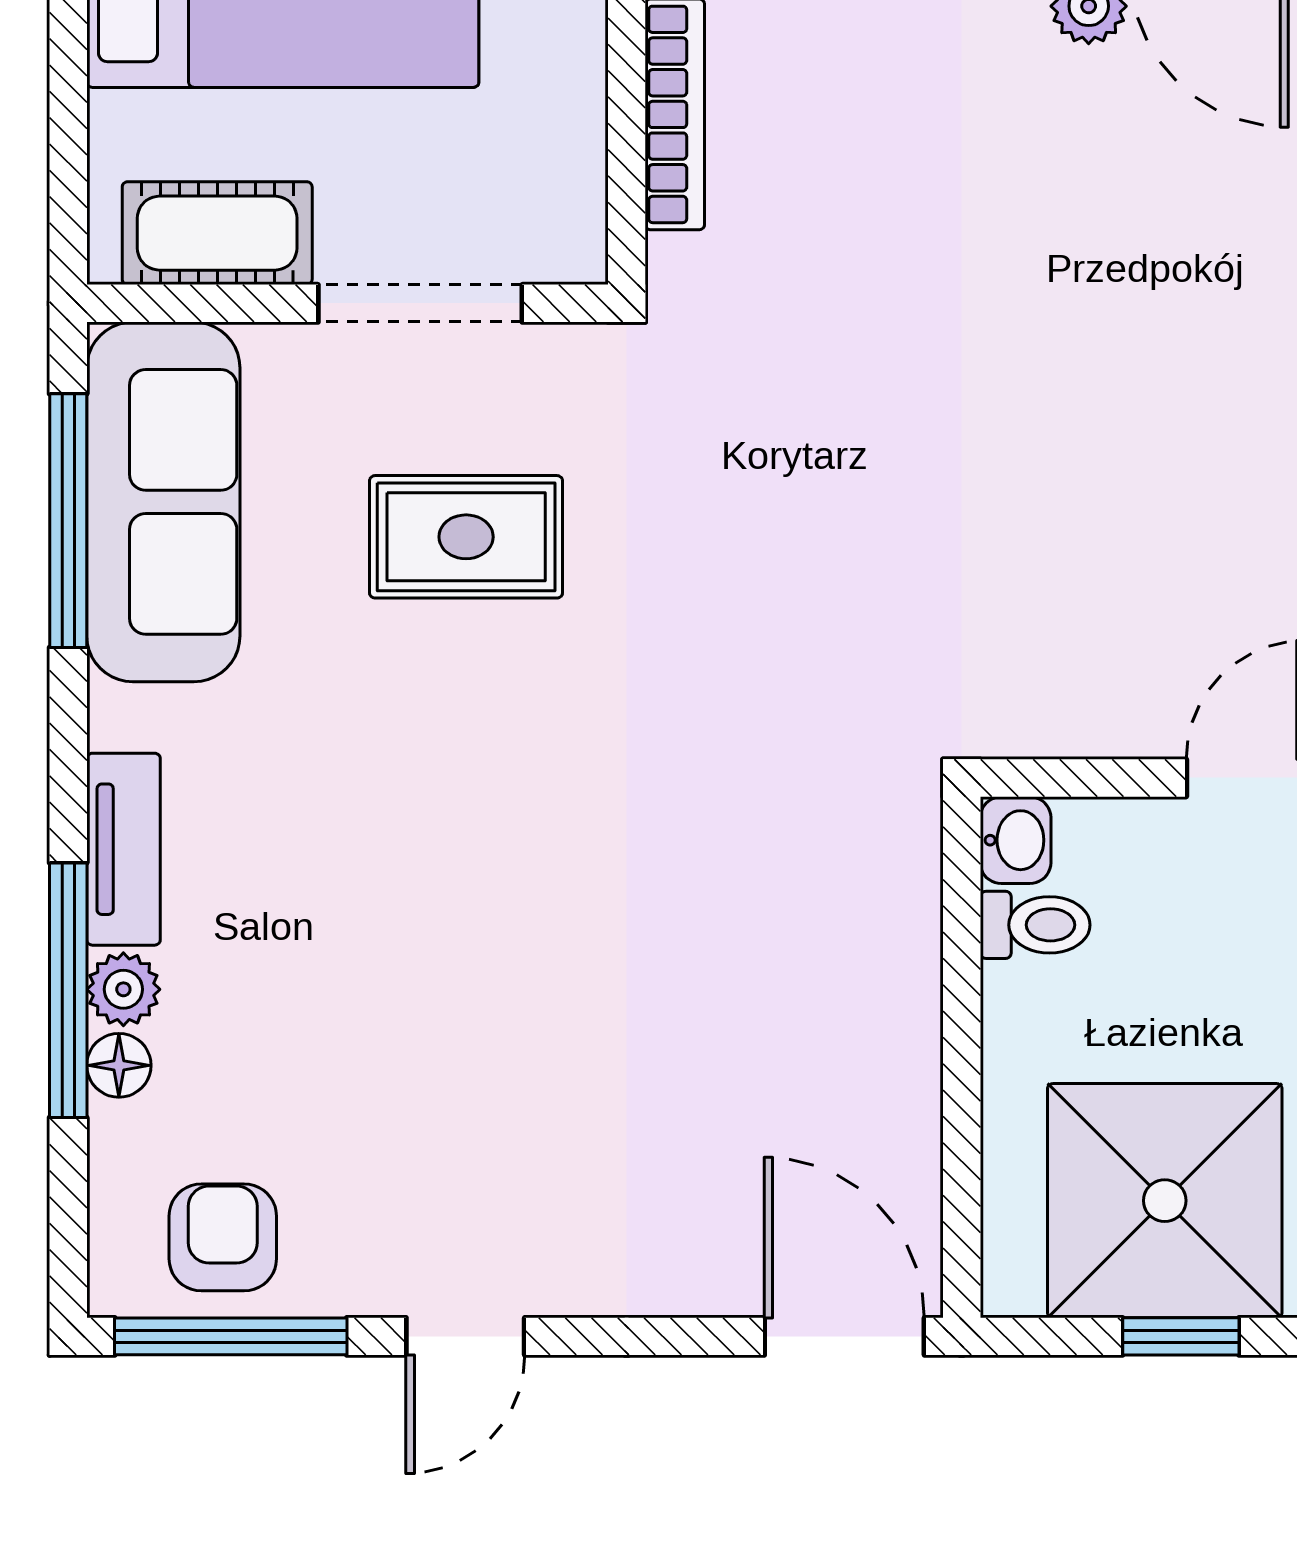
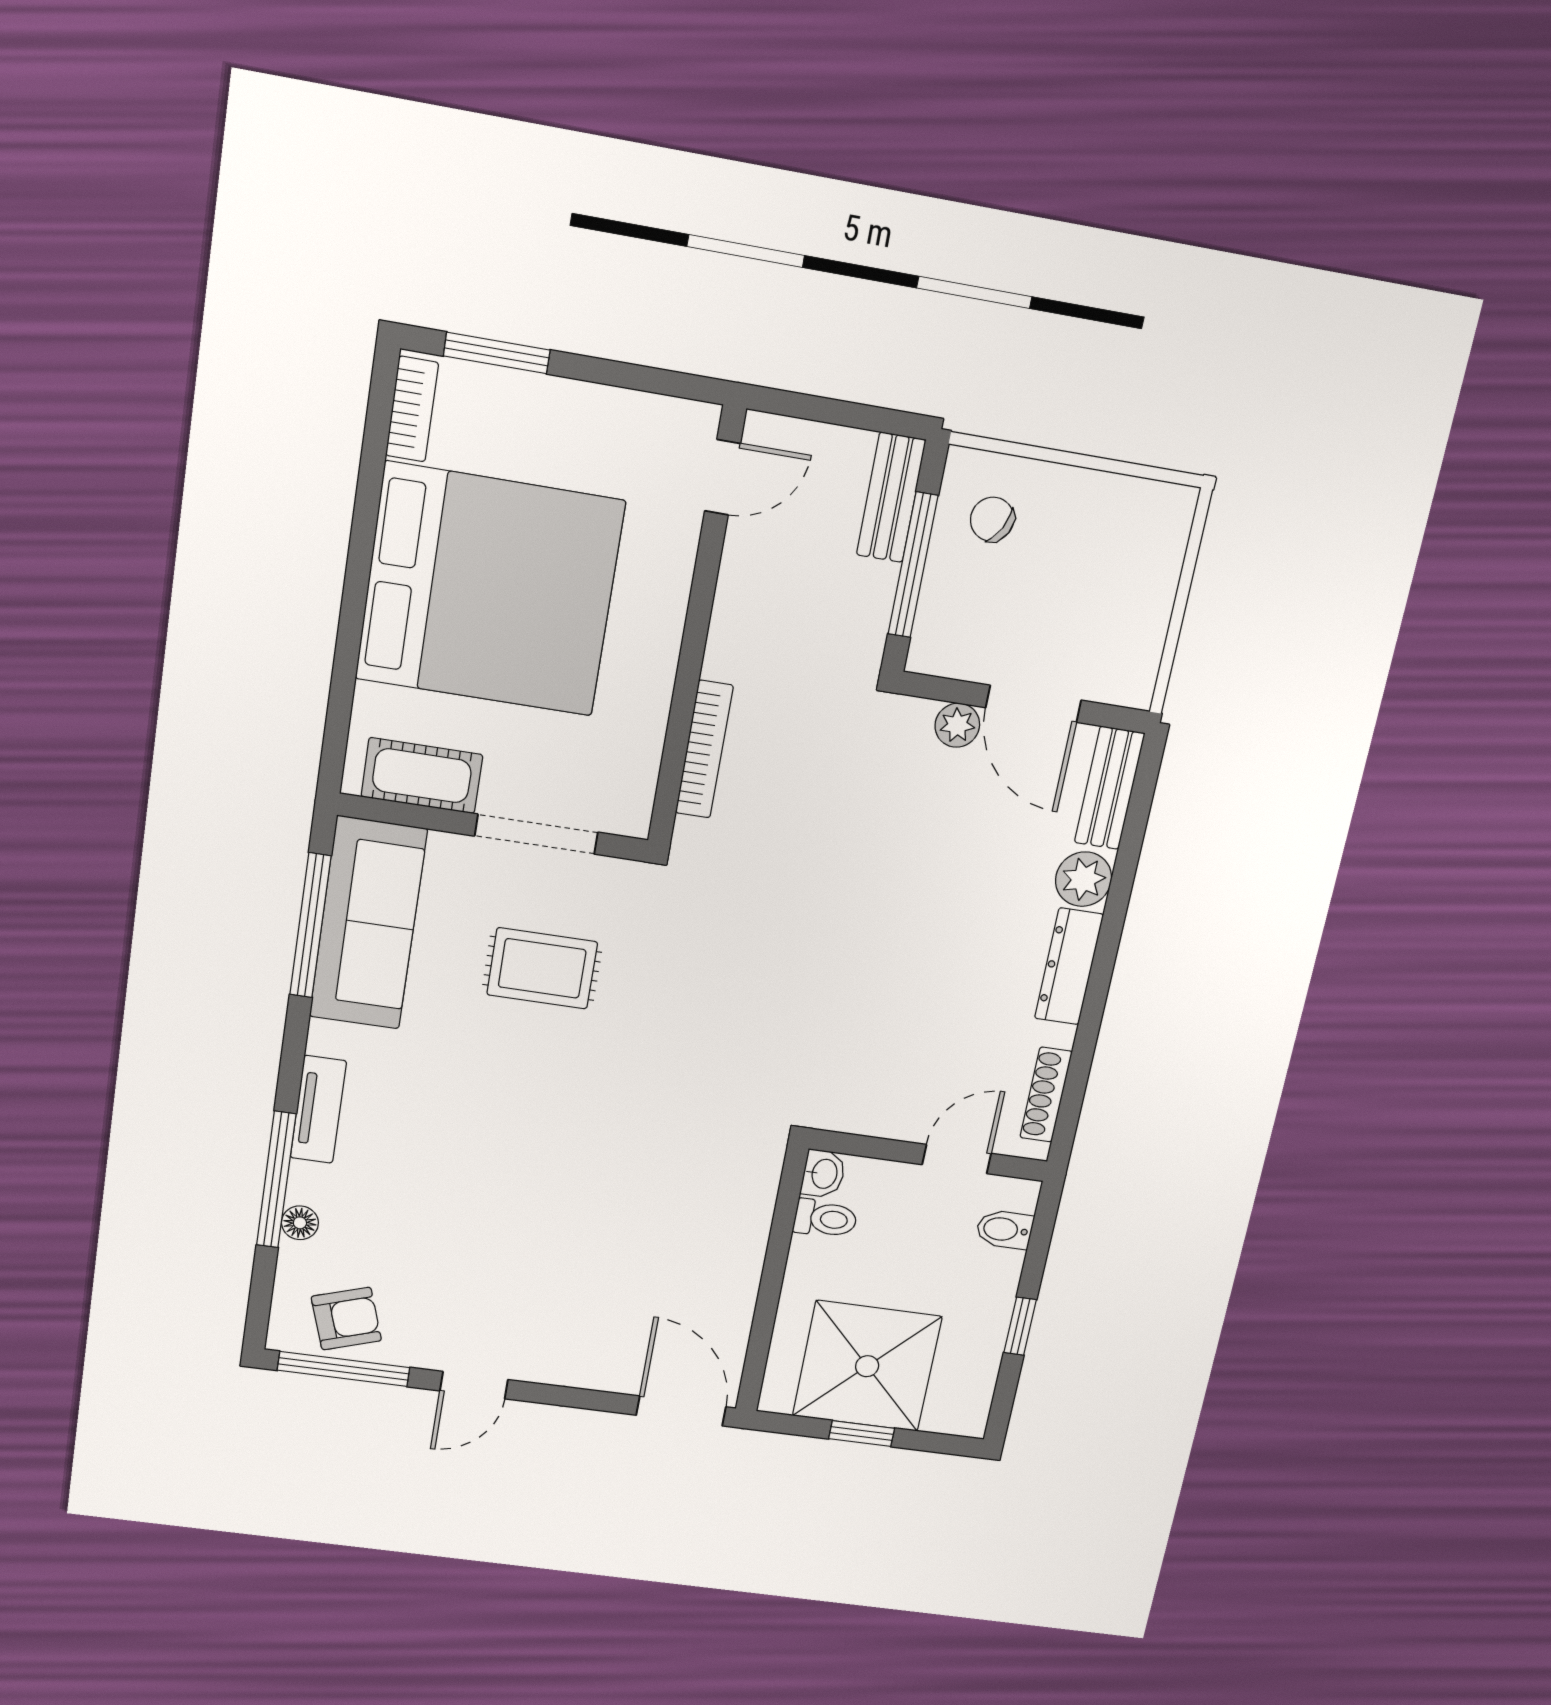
plant: (123, 989) -> (308, 1183), removed
armchair: (223, 1237) -> (346, 1319), turned 72

